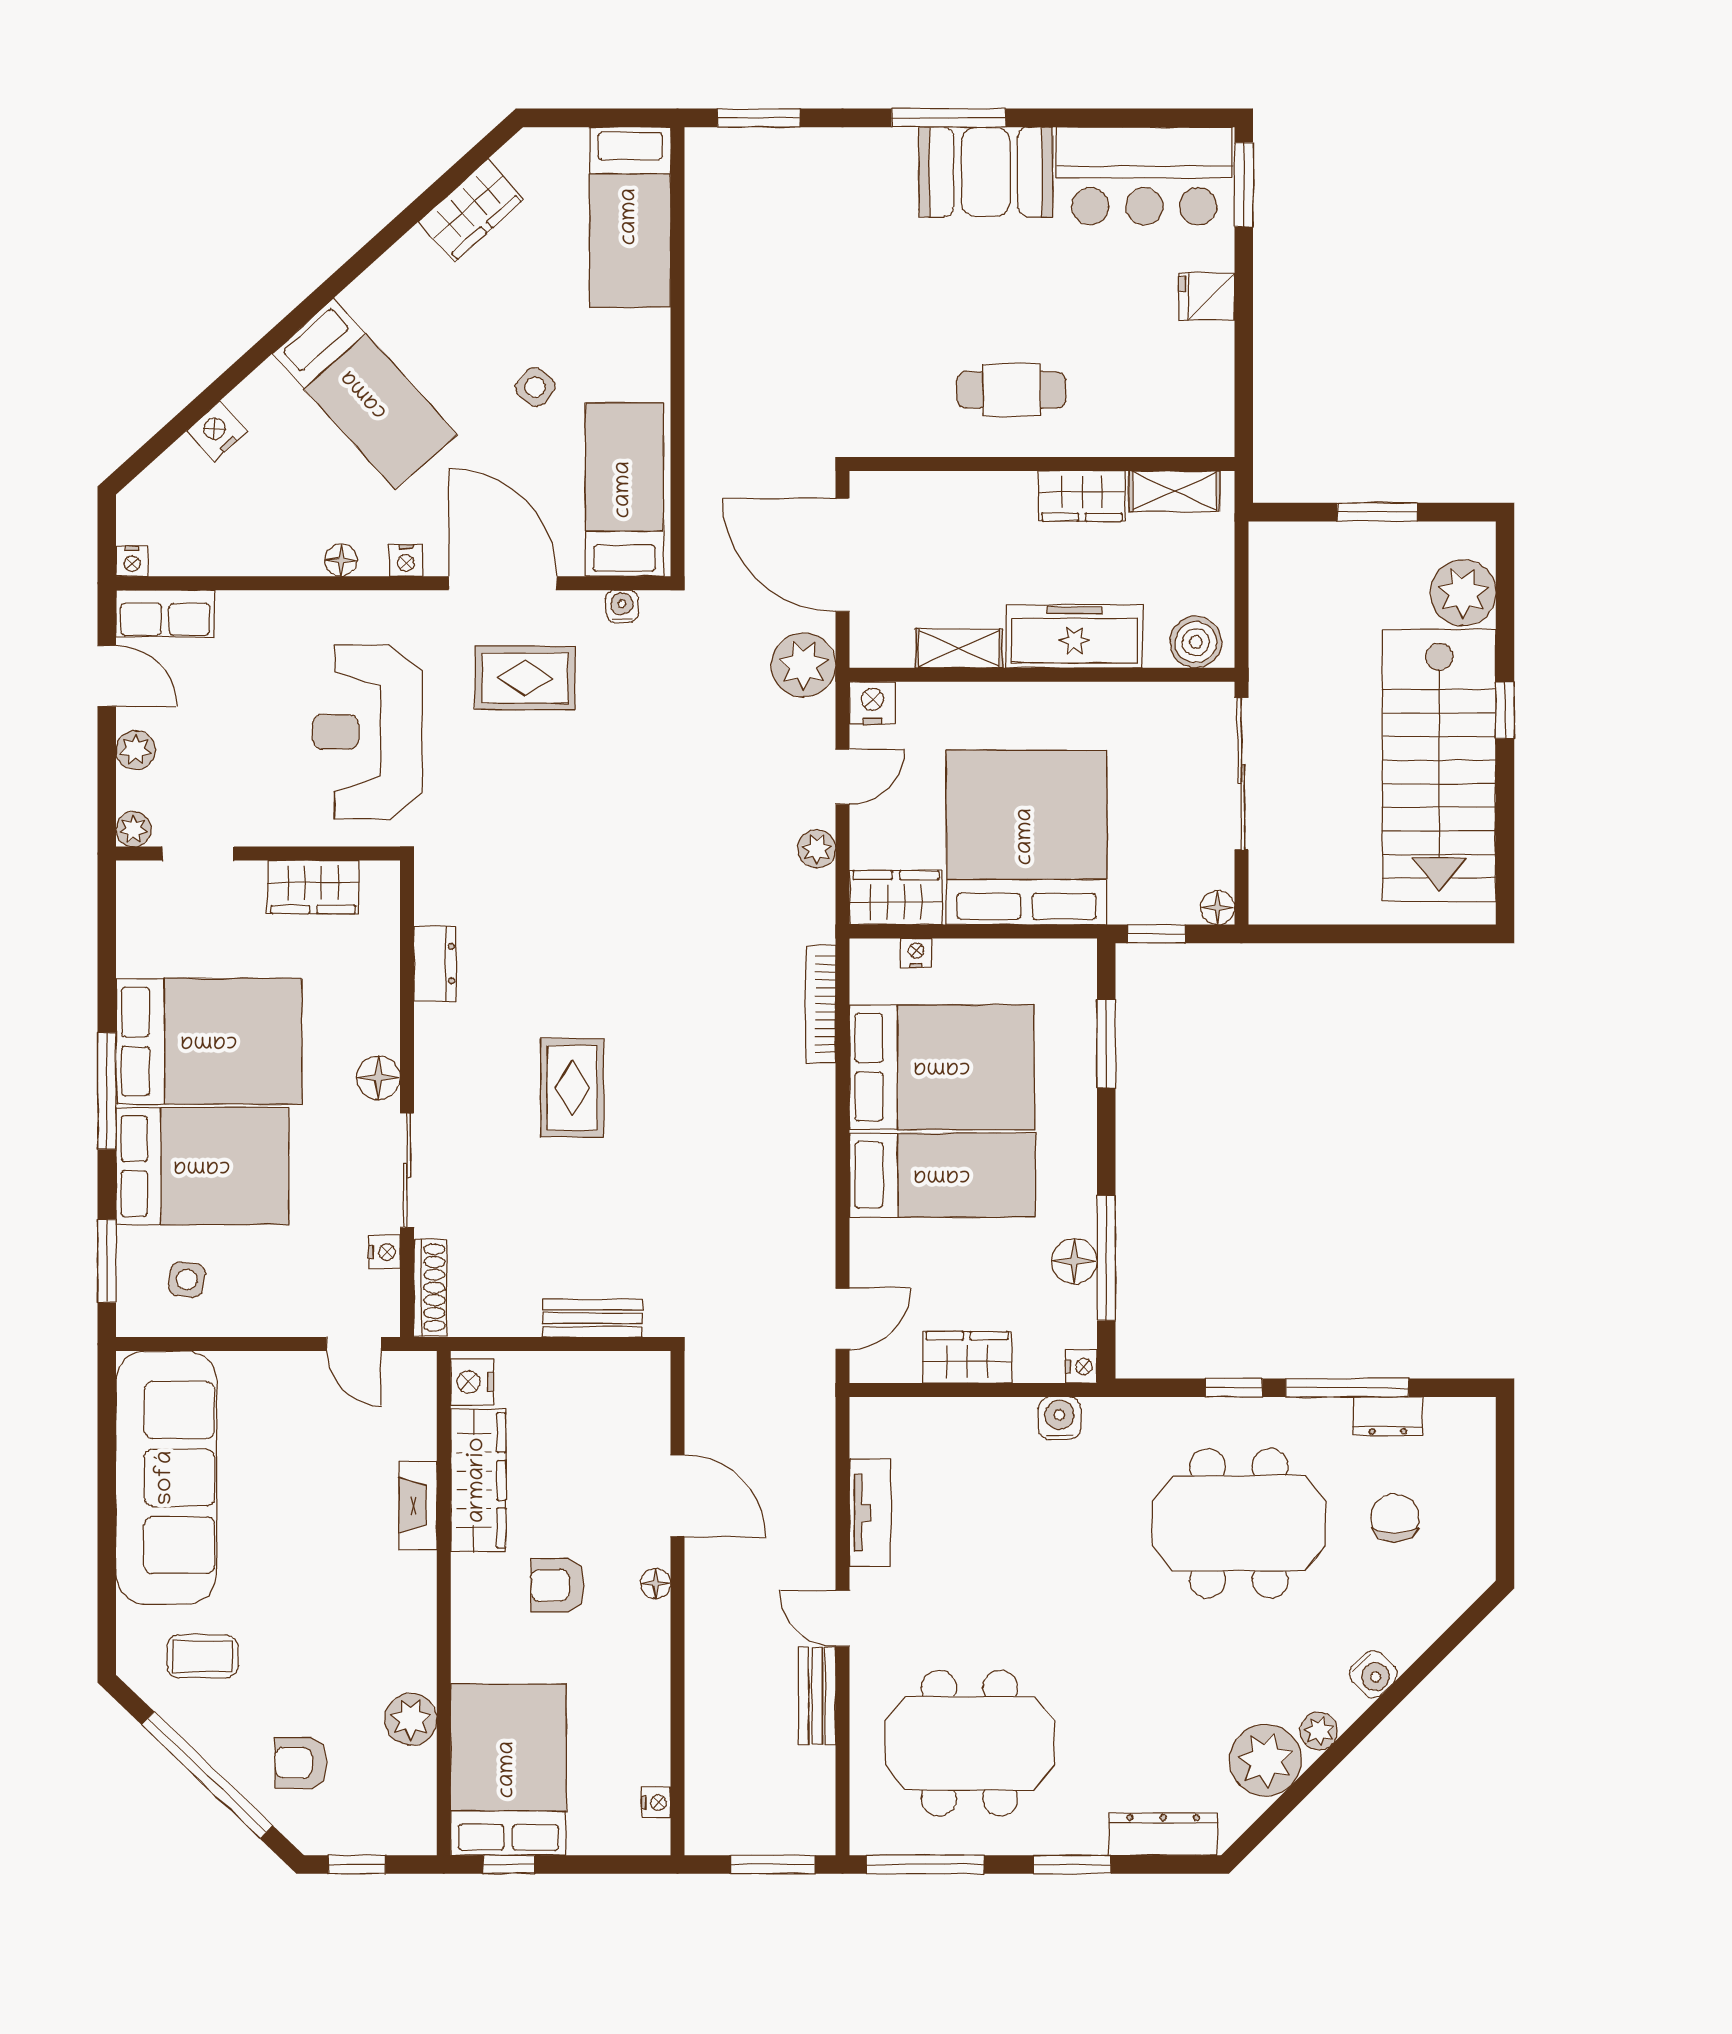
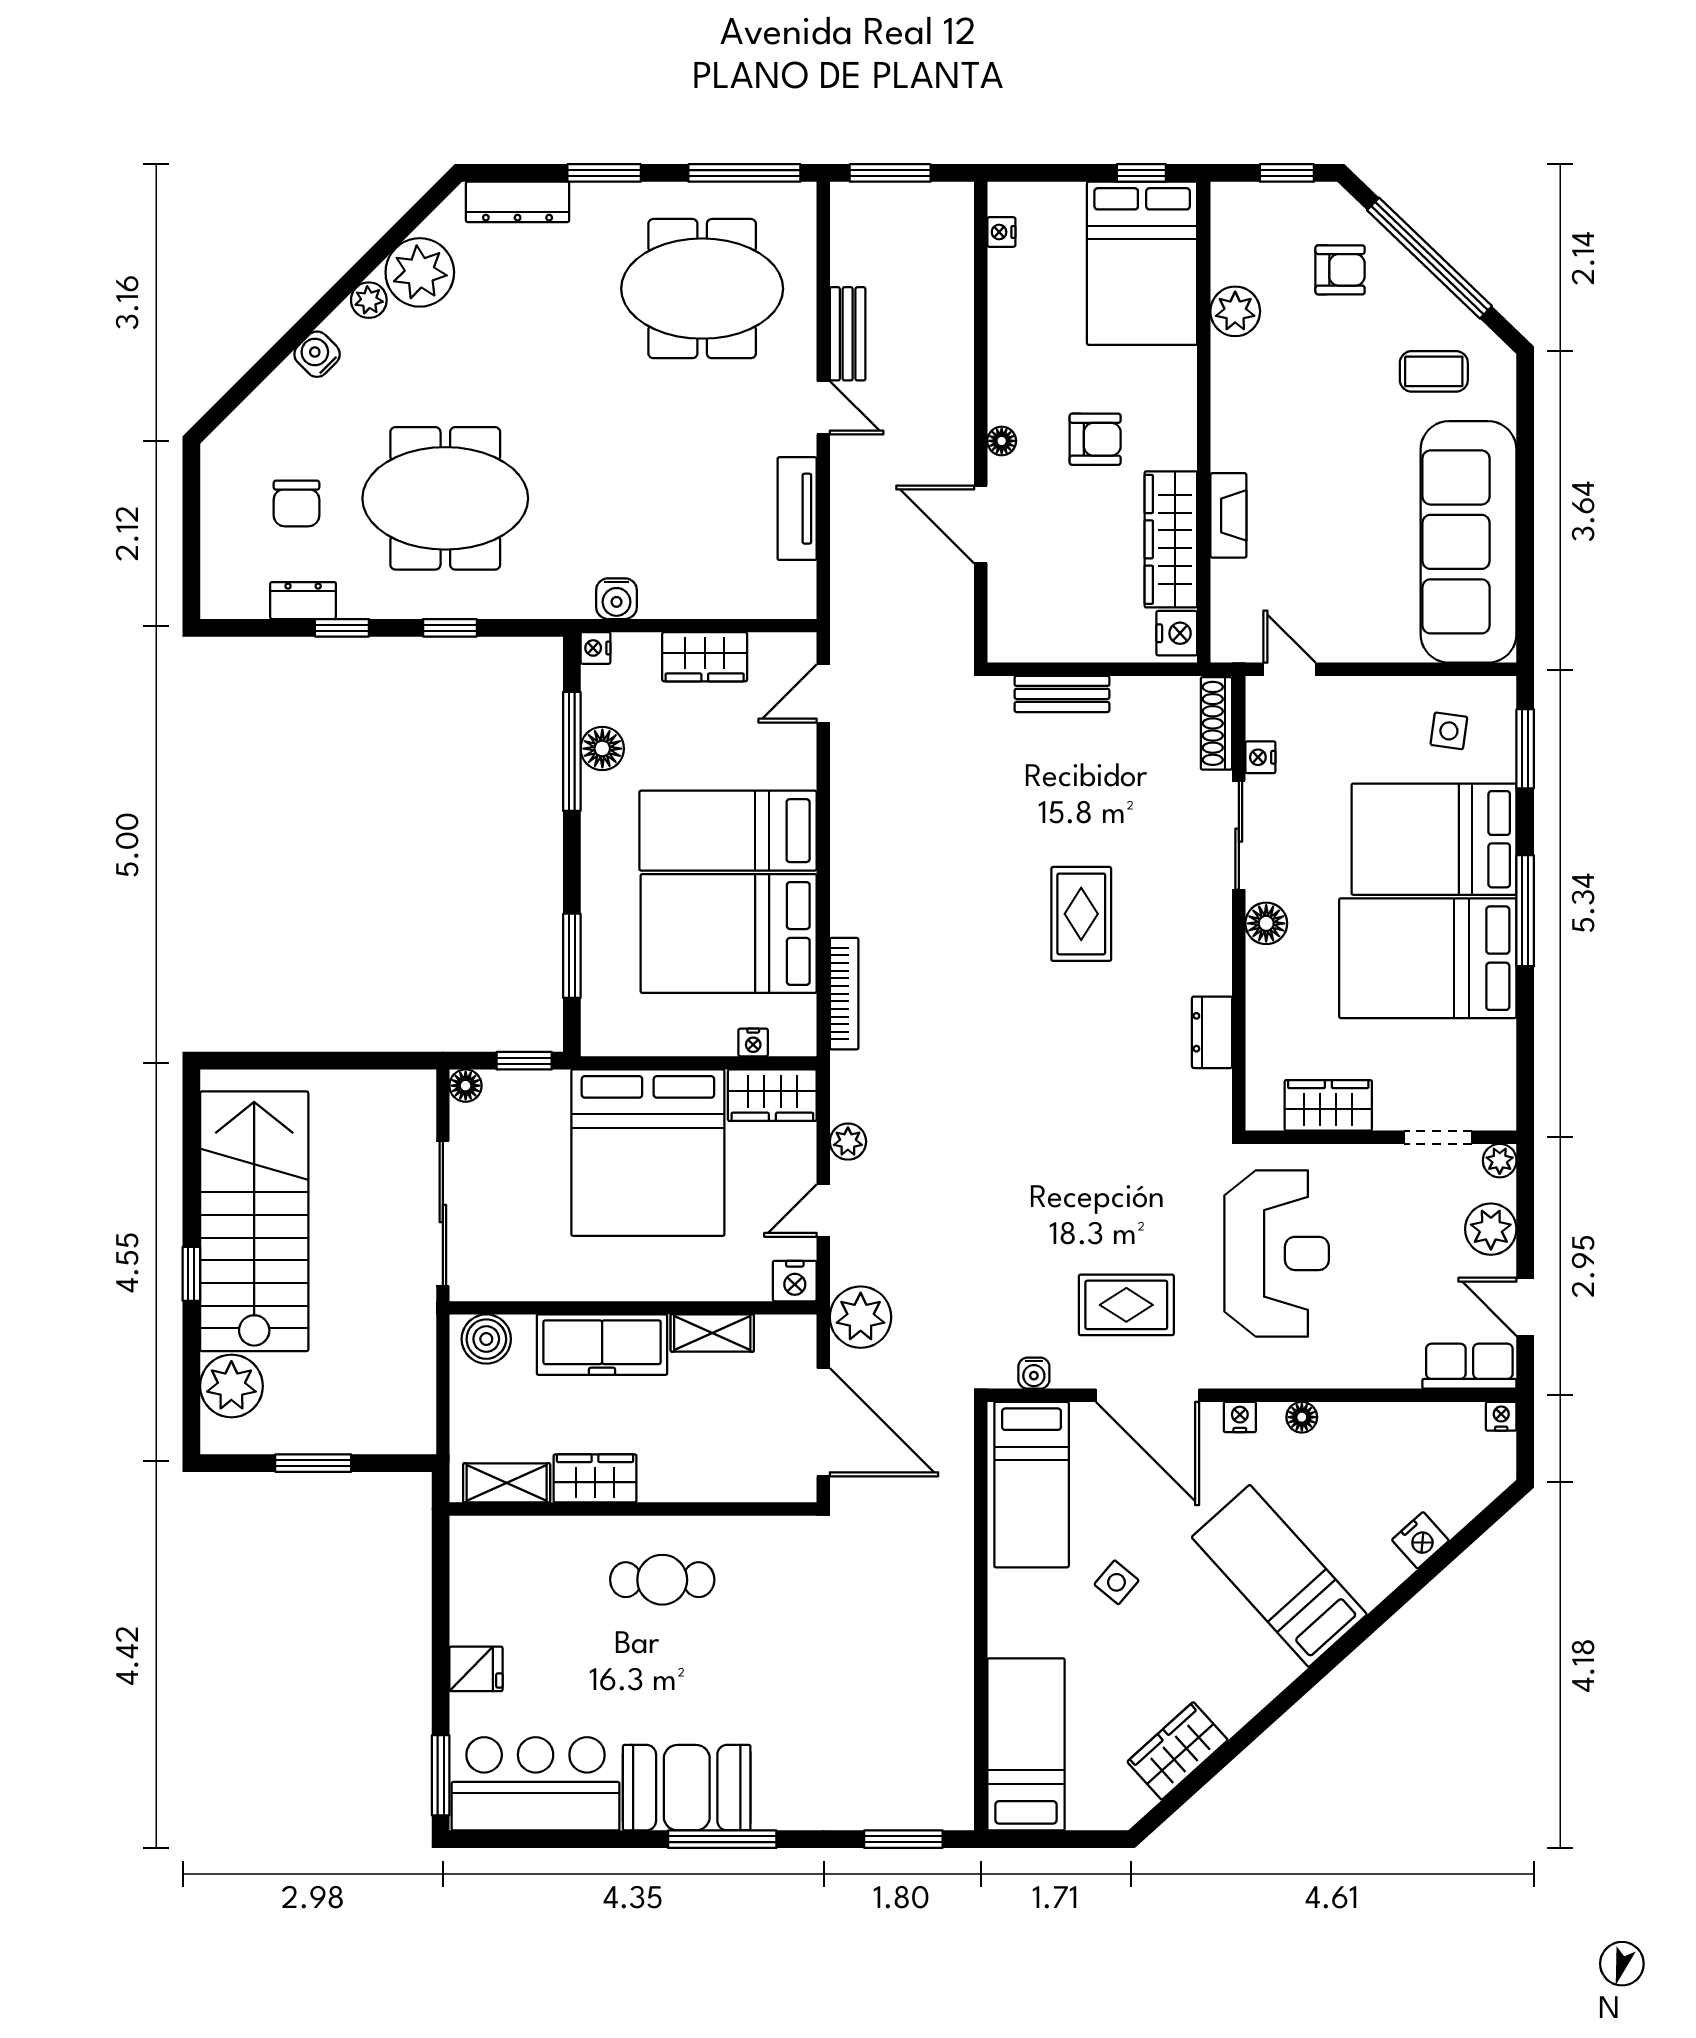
plant: (136, 750) -> (1491, 1229), width x1.38, depth x1.38
window: (1347, 1388) -> (342, 628), width x0.46

